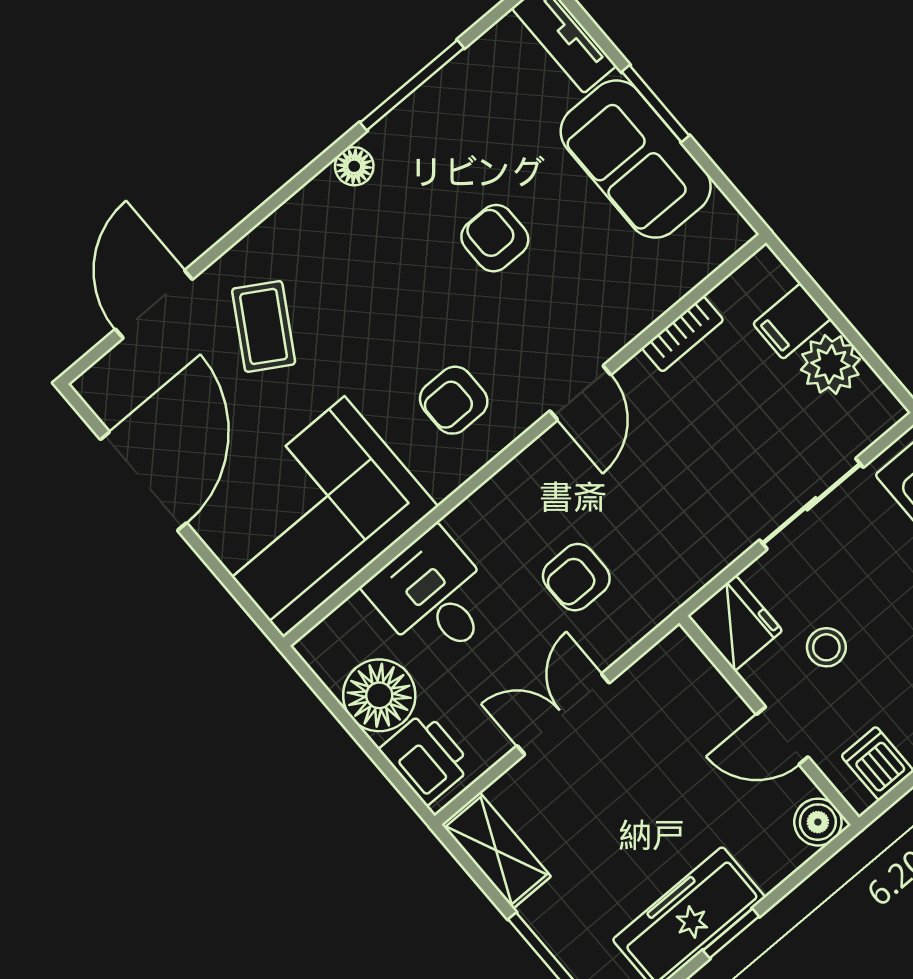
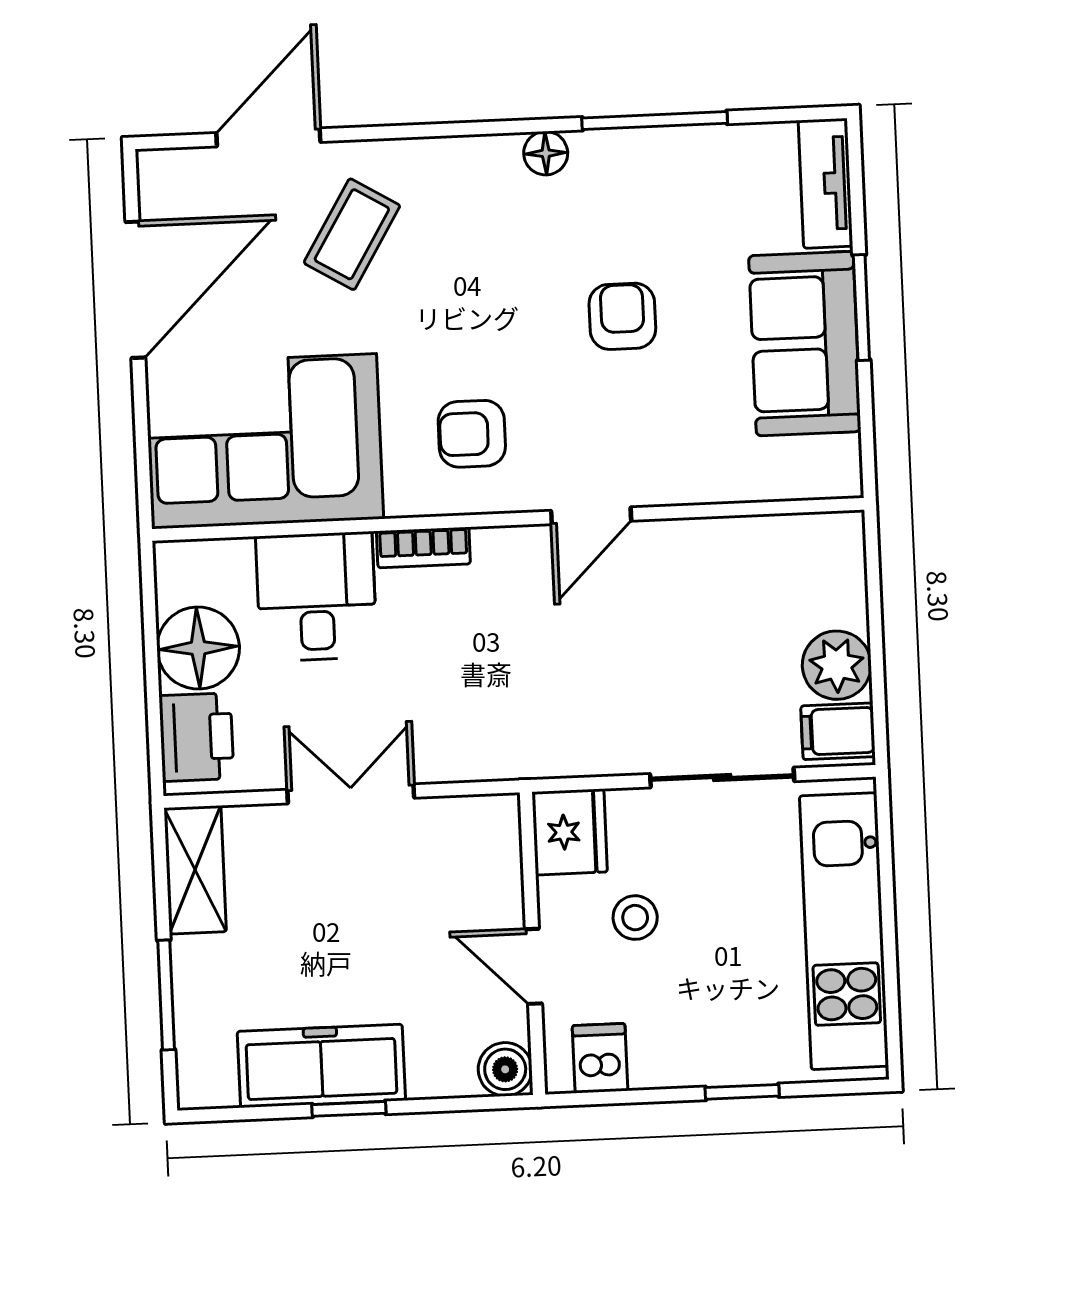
filing cabinet: (792, 321) -> (838, 731), moved
bookcase: (683, 334) -> (423, 548), moved
armchair: (576, 577) -> (459, 679), removed

